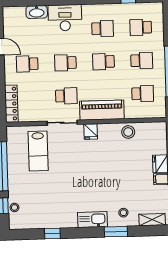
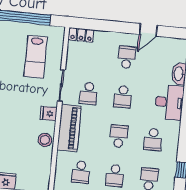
school desk: (65, 63) -> (123, 97), turned 180
locker: (11, 104) -> (81, 35), width x0.66
stool: (128, 132) -> (45, 140), moved
lab bench: (38, 151) -> (36, 57), turned -90

